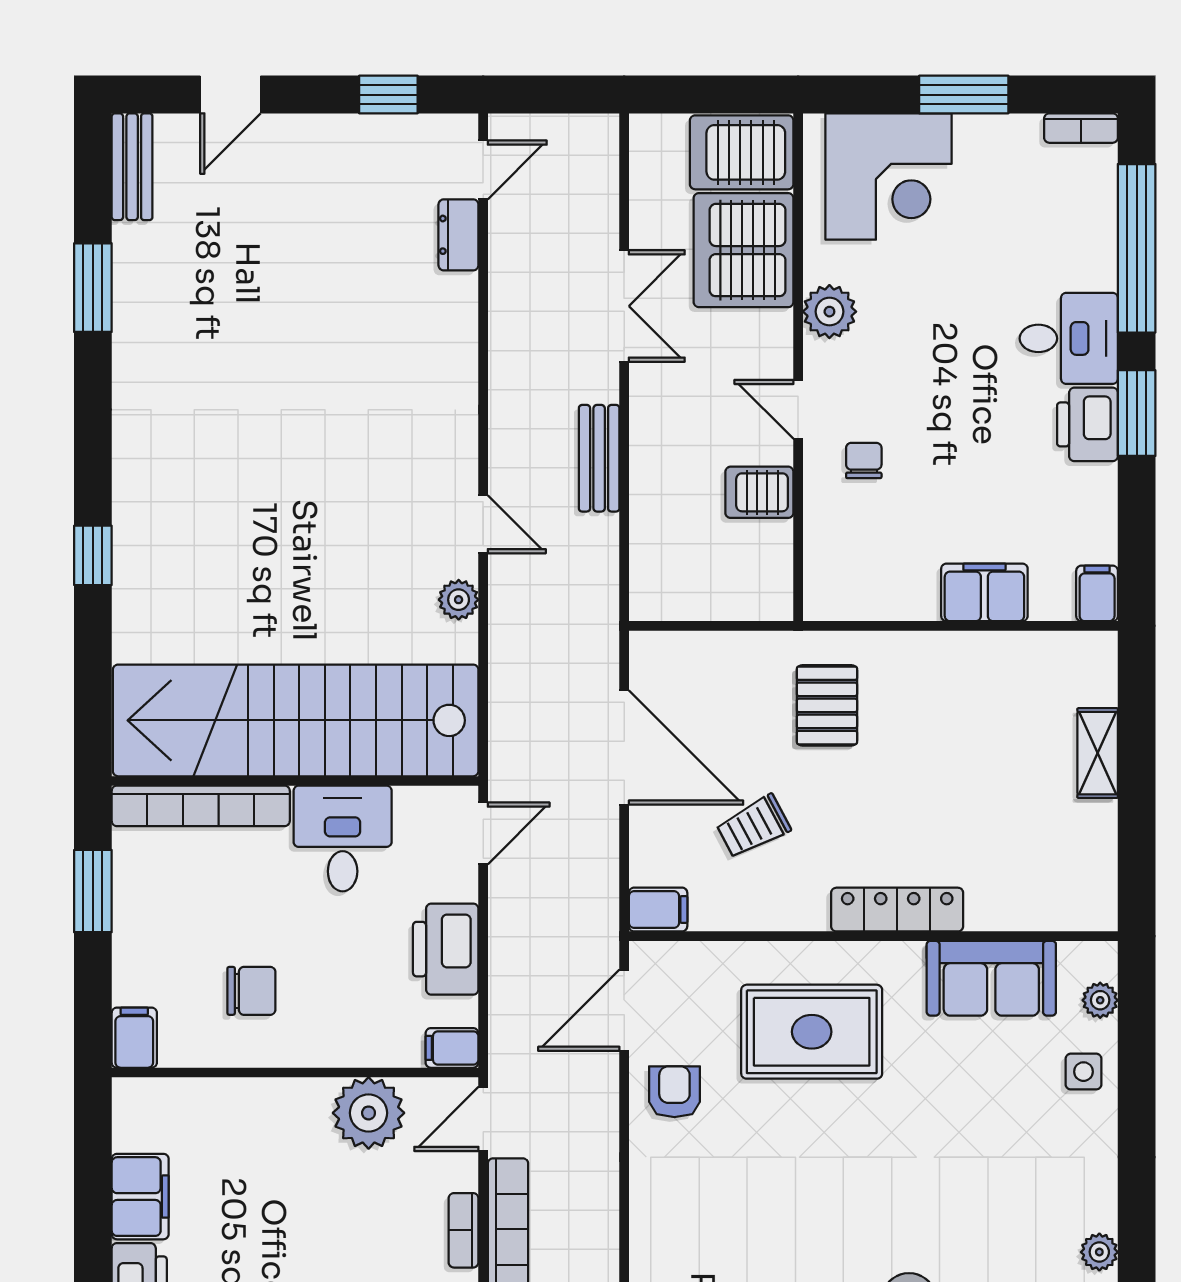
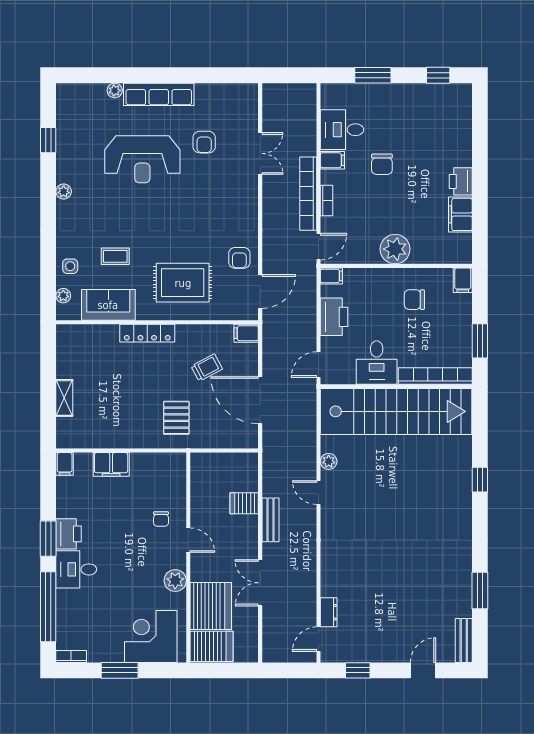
server rack: (759, 492) -> (244, 503), moved, turned 180
coffee table: (975, 1095) -> (115, 256), added
plant: (369, 1113) -> (395, 249), moved

